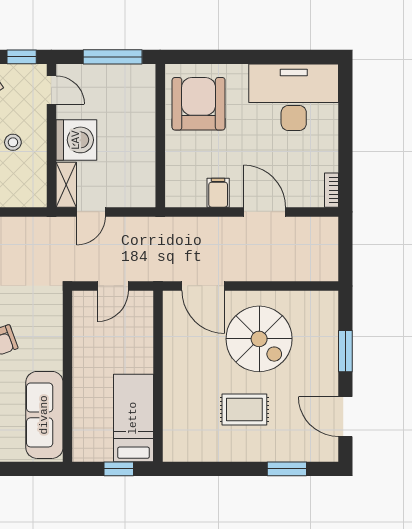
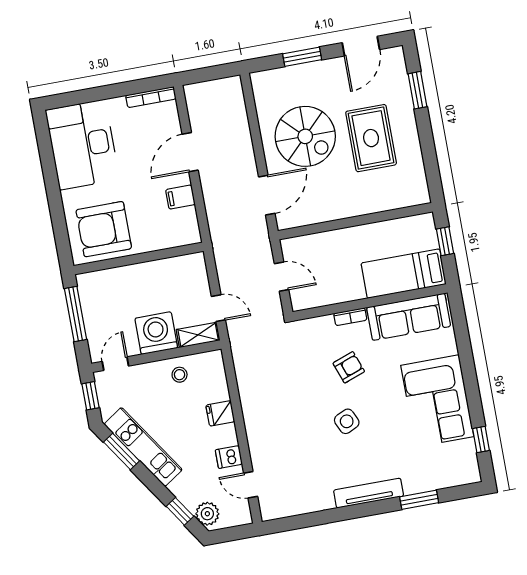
stool: (13, 142) -> (180, 375), moved
bookcase: (332, 190) -> (151, 97), width x1.56
spiral stairs: (259, 339) -> (305, 136), turned 90
bookcase: (56, 352) -> (350, 317), added
rug: (244, 409) -> (371, 138), width x1.36, depth x1.43
bed: (133, 418) -> (404, 274), moved

